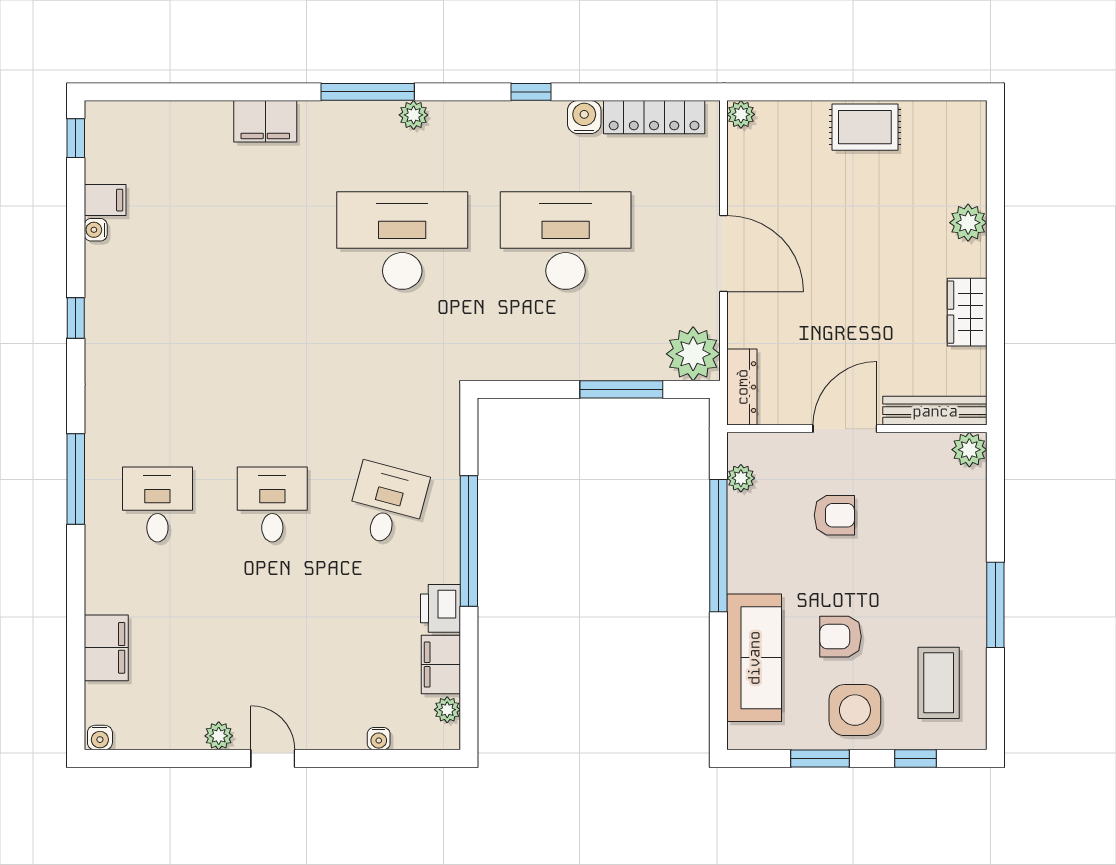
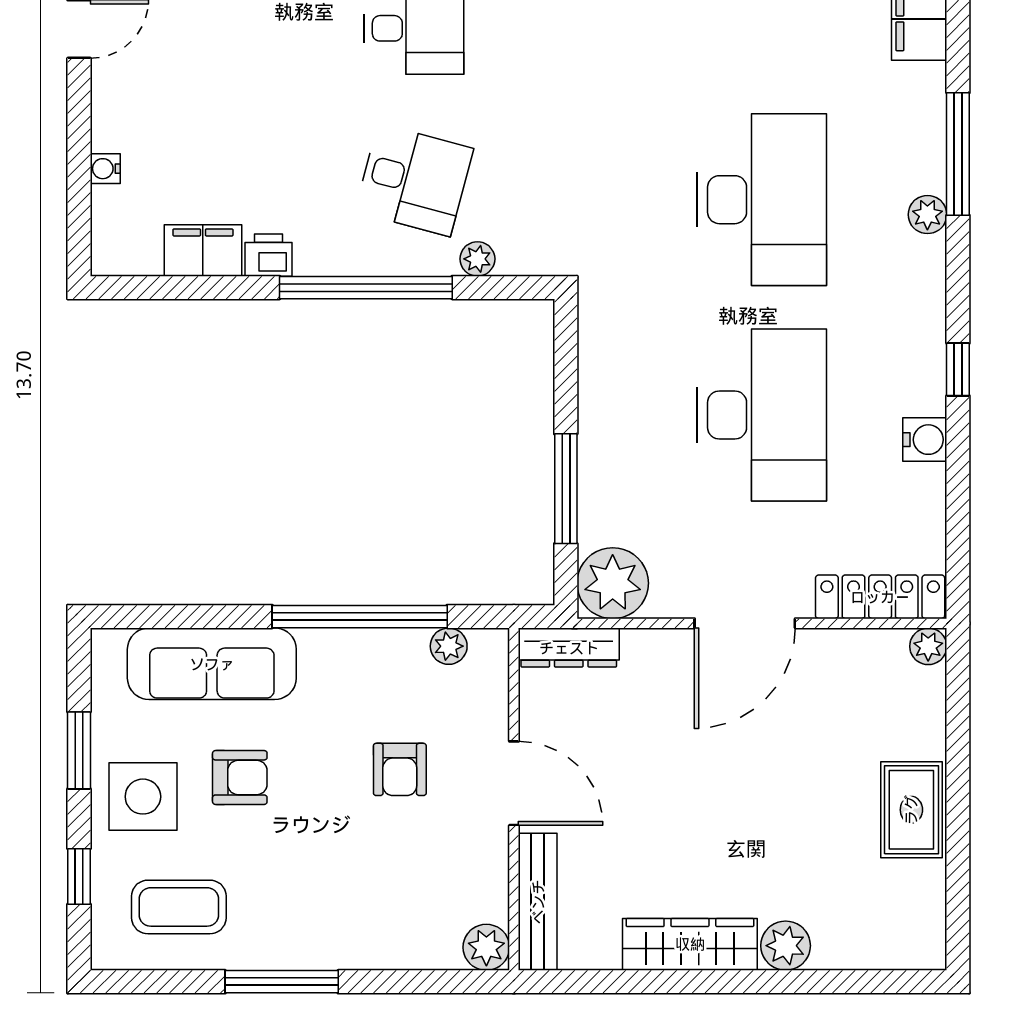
locker: (654, 117) -> (880, 597), moved, turned 90
wardrobe: (967, 312) -> (690, 944), width x1.50
printer: (440, 608) -> (268, 255), width x0.73, depth x0.81
armchair: (840, 637) -> (240, 777), turned 90
plant: (447, 710) -> (477, 259), moved

